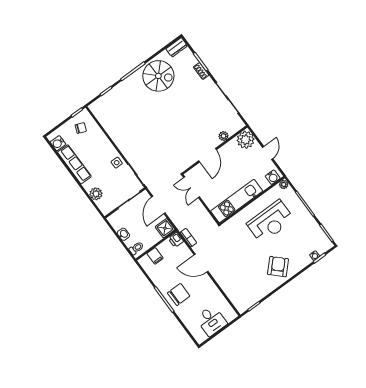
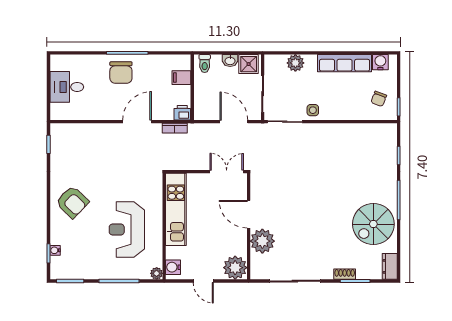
plant: (224, 136) -> (262, 241), width x1.87, depth x1.87
shower: (165, 228) -> (249, 64), moved

